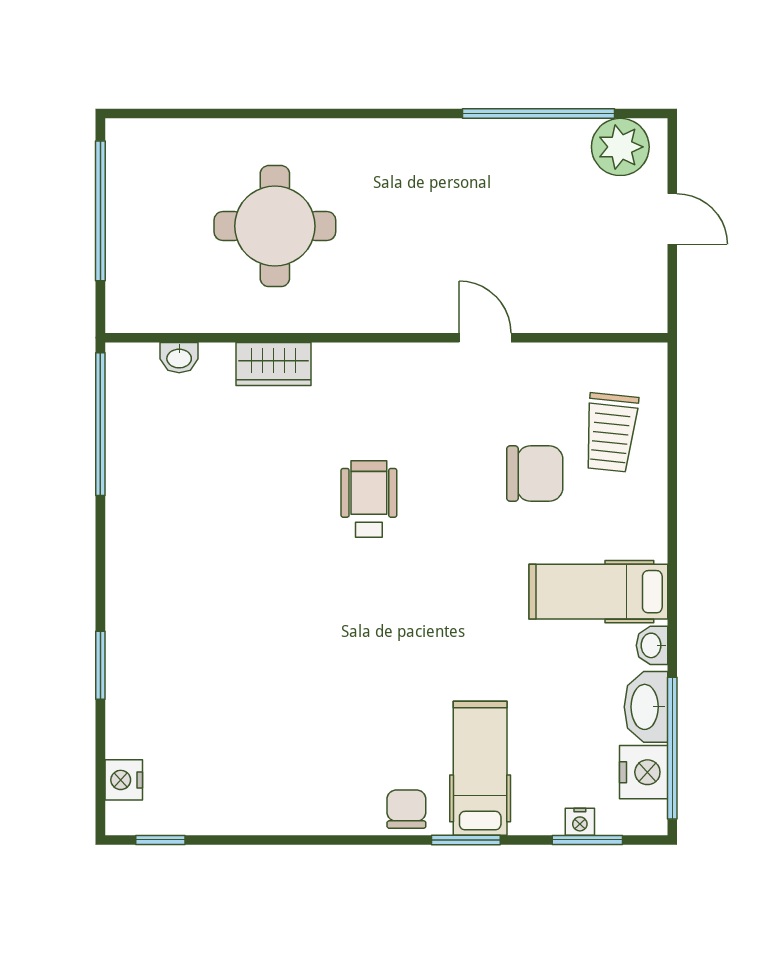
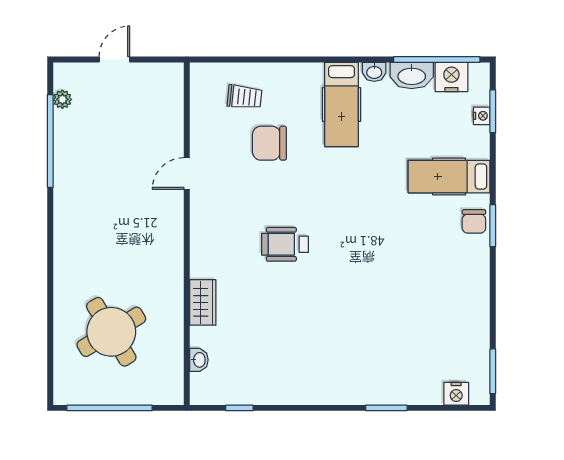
plant: (620, 147) -> (62, 99), width x0.53, depth x0.53
round table: (275, 226) -> (111, 332), moved, turned -31
window: (100, 424) -> (239, 408), width x0.32
trolley: (611, 432) -> (244, 97), width x0.73, depth x0.72
chair: (535, 474) -> (269, 143), turned -90
chair: (406, 809) -> (474, 221), turned -90
window: (160, 840) -> (493, 371), width x1.50
window: (466, 840) -> (493, 226), moved

